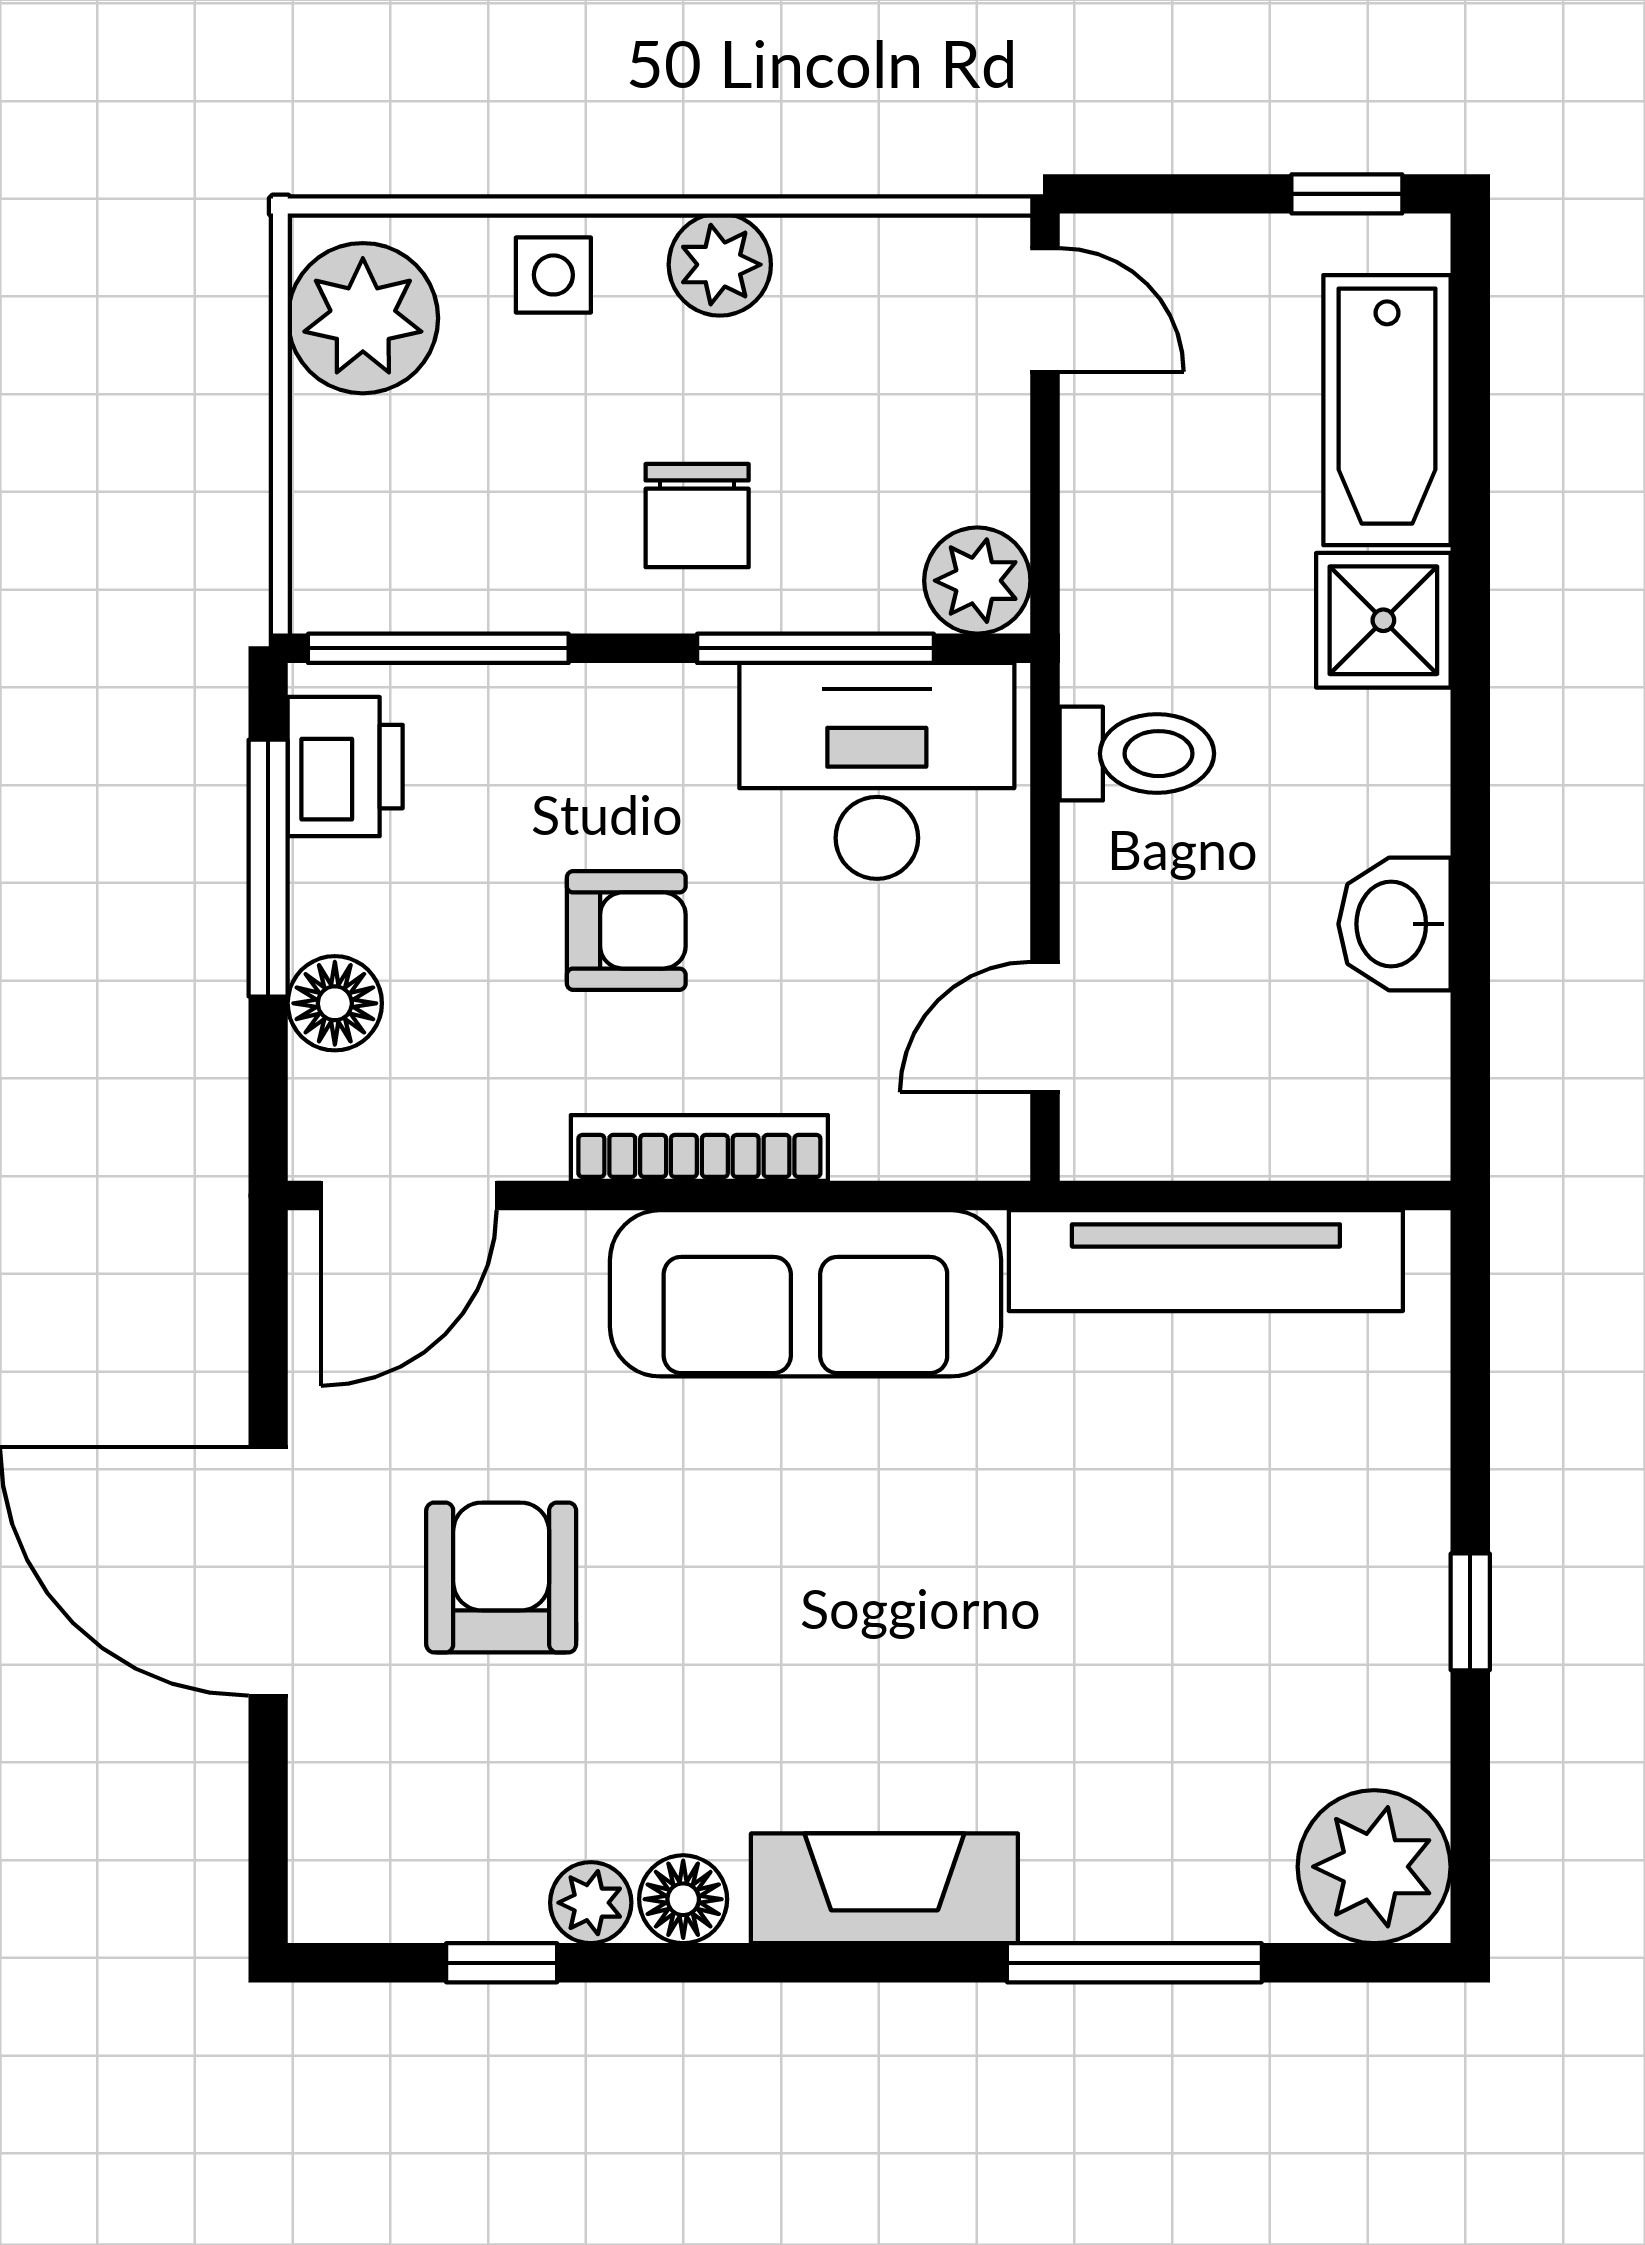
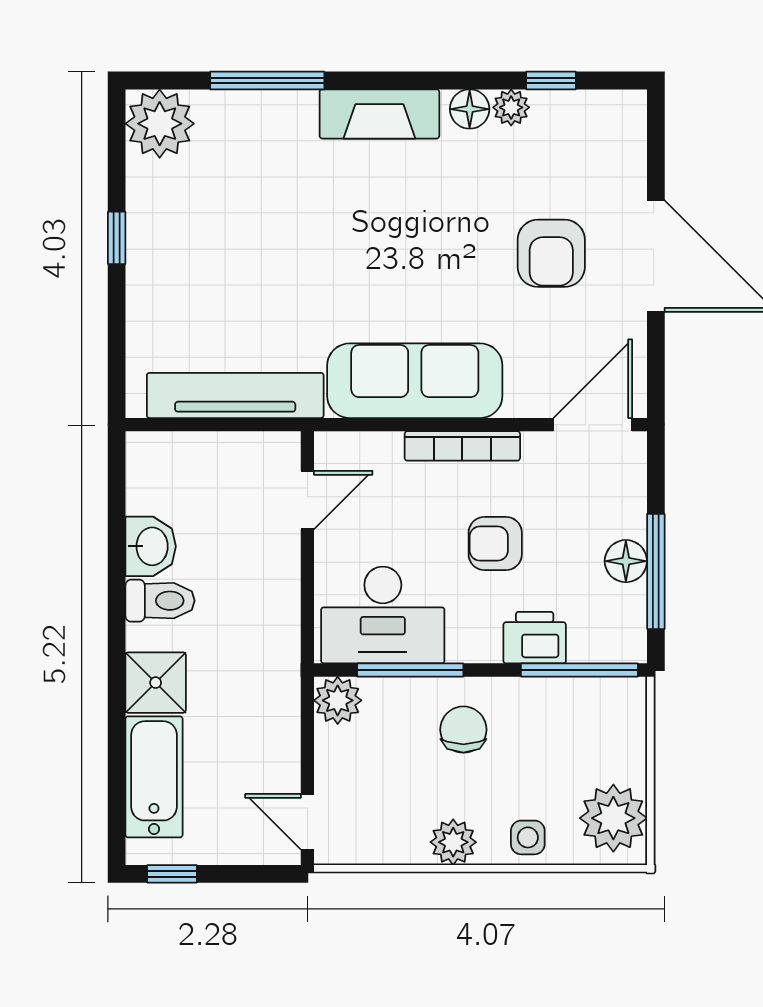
toilet: (1137, 754) -> (160, 601), moved, turned 180
printer: (345, 767) -> (535, 638), moved, turned 90
floor lamp: (335, 1003) -> (626, 561), moved

